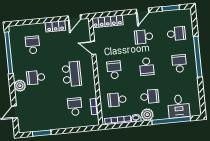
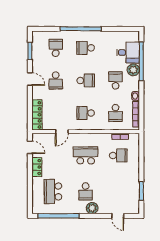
school desk: (33, 45) -> (53, 191), width x1.85
school desk: (75, 107) -> (118, 155), turned 180
plant: (147, 115) -> (133, 70), moved

